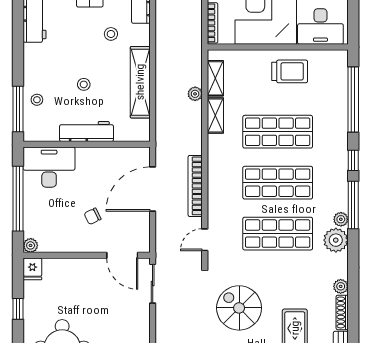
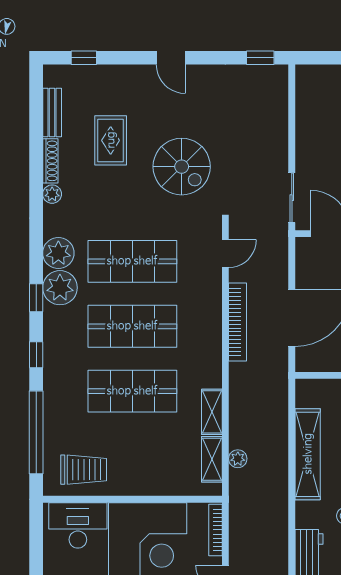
trolley: (290, 71) -> (84, 470), moved, turned 180
plant: (195, 94) -> (238, 459), moved
window: (353, 205) -> (36, 298), width x0.46
plant: (341, 219) -> (60, 288), width x1.87, depth x1.87

